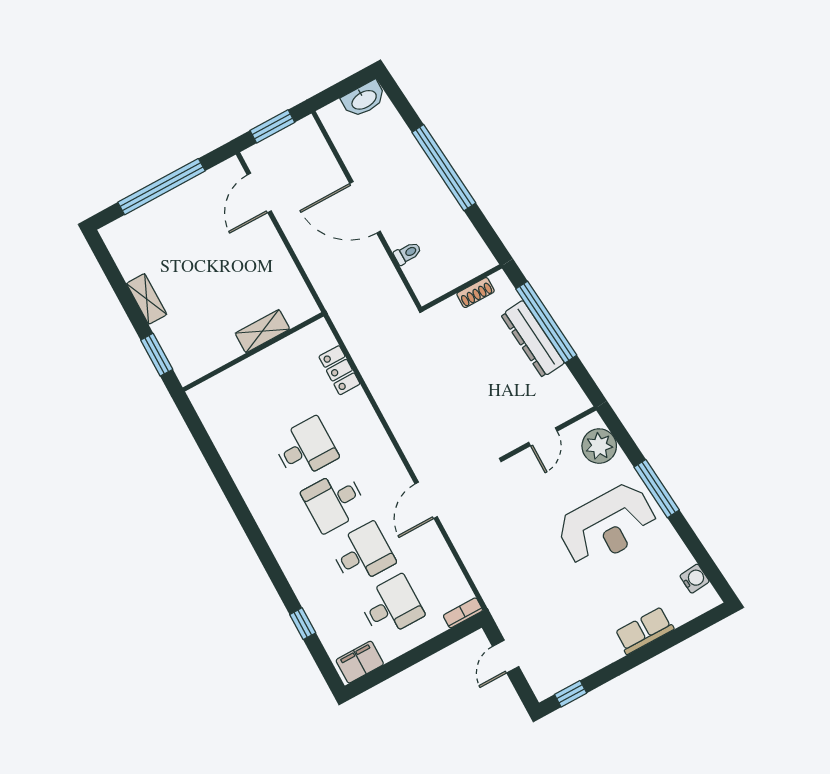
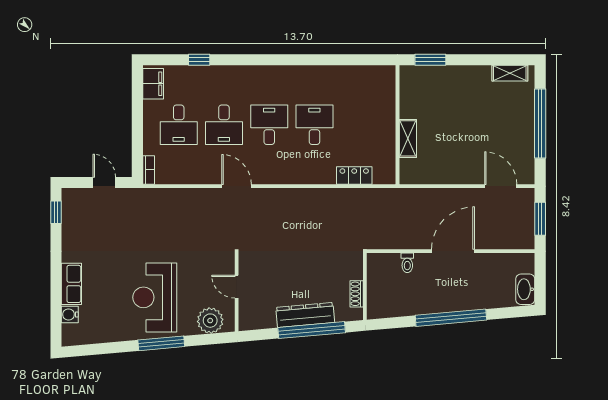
shelving: (147, 299) -> (510, 73), moved
desk: (306, 448) -> (314, 125), turned 180
water cooler: (695, 579) -> (70, 314), moved, turned 95

